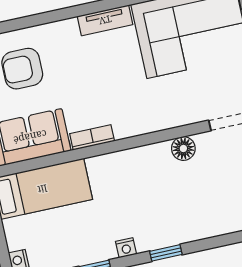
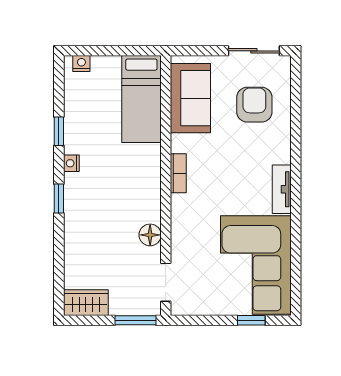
bookcase: (92, 137) -> (178, 173), moved

